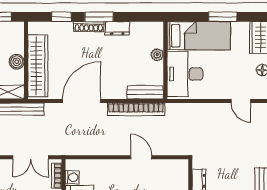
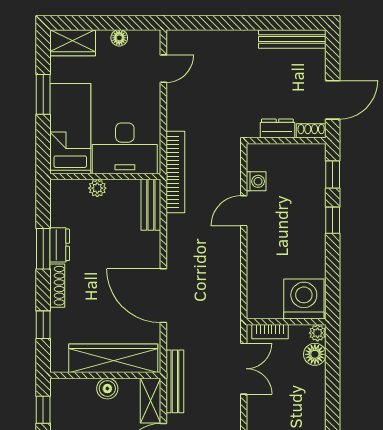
window: (99, 17) -> (43, 249), moved
bookcase: (136, 109) -> (175, 172), moved
washing machine: (72, 177) -> (256, 181), moved, turned 90

